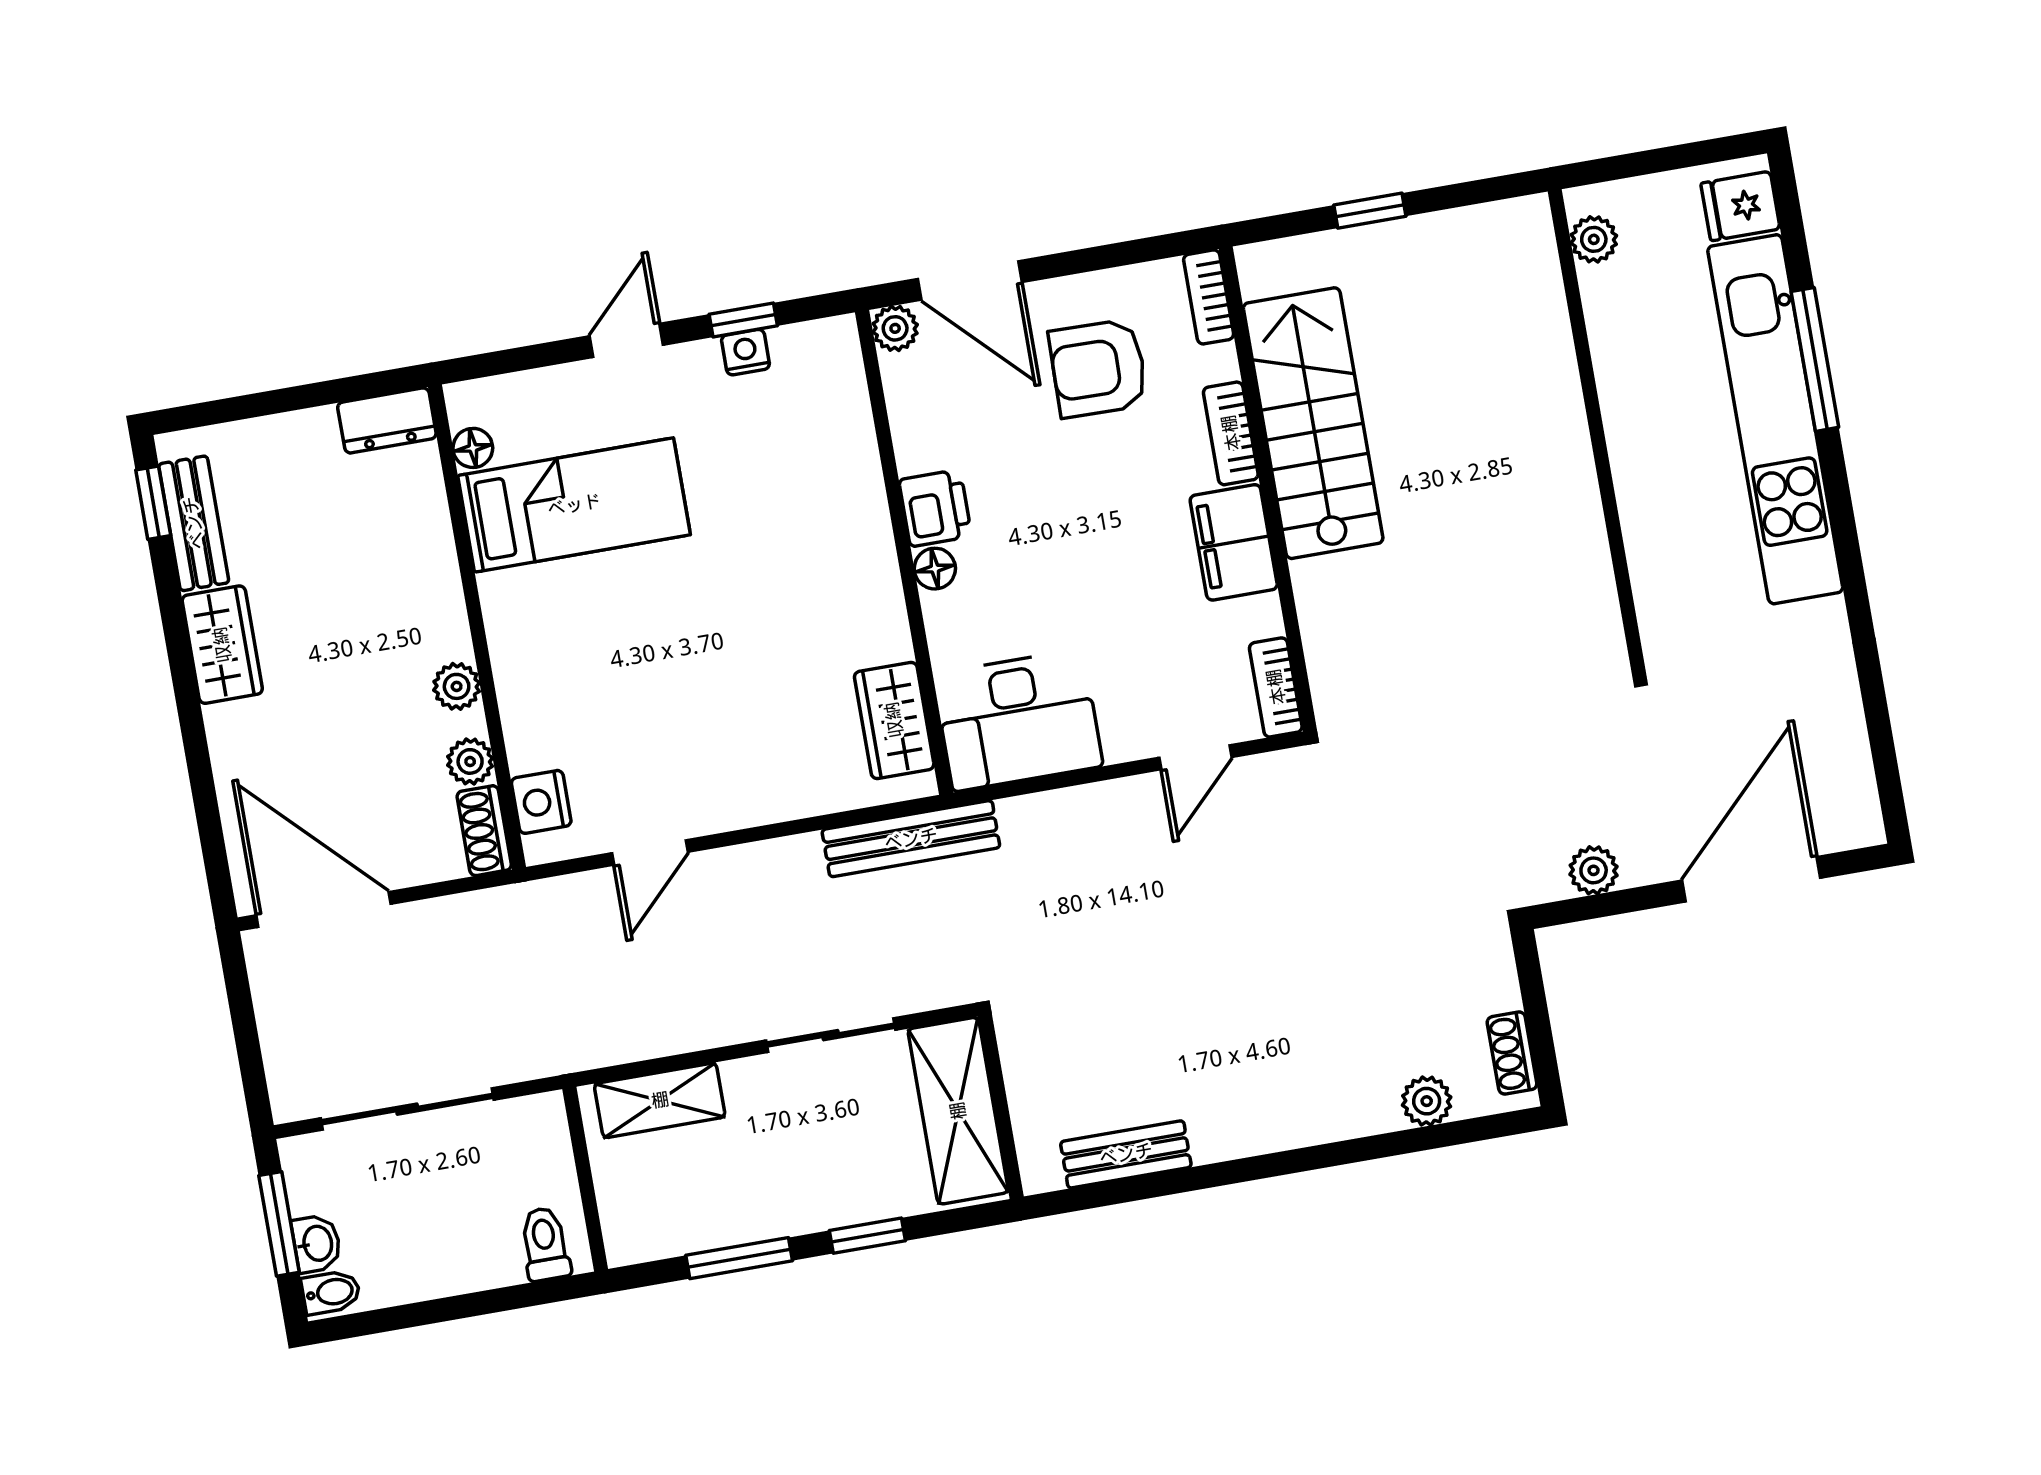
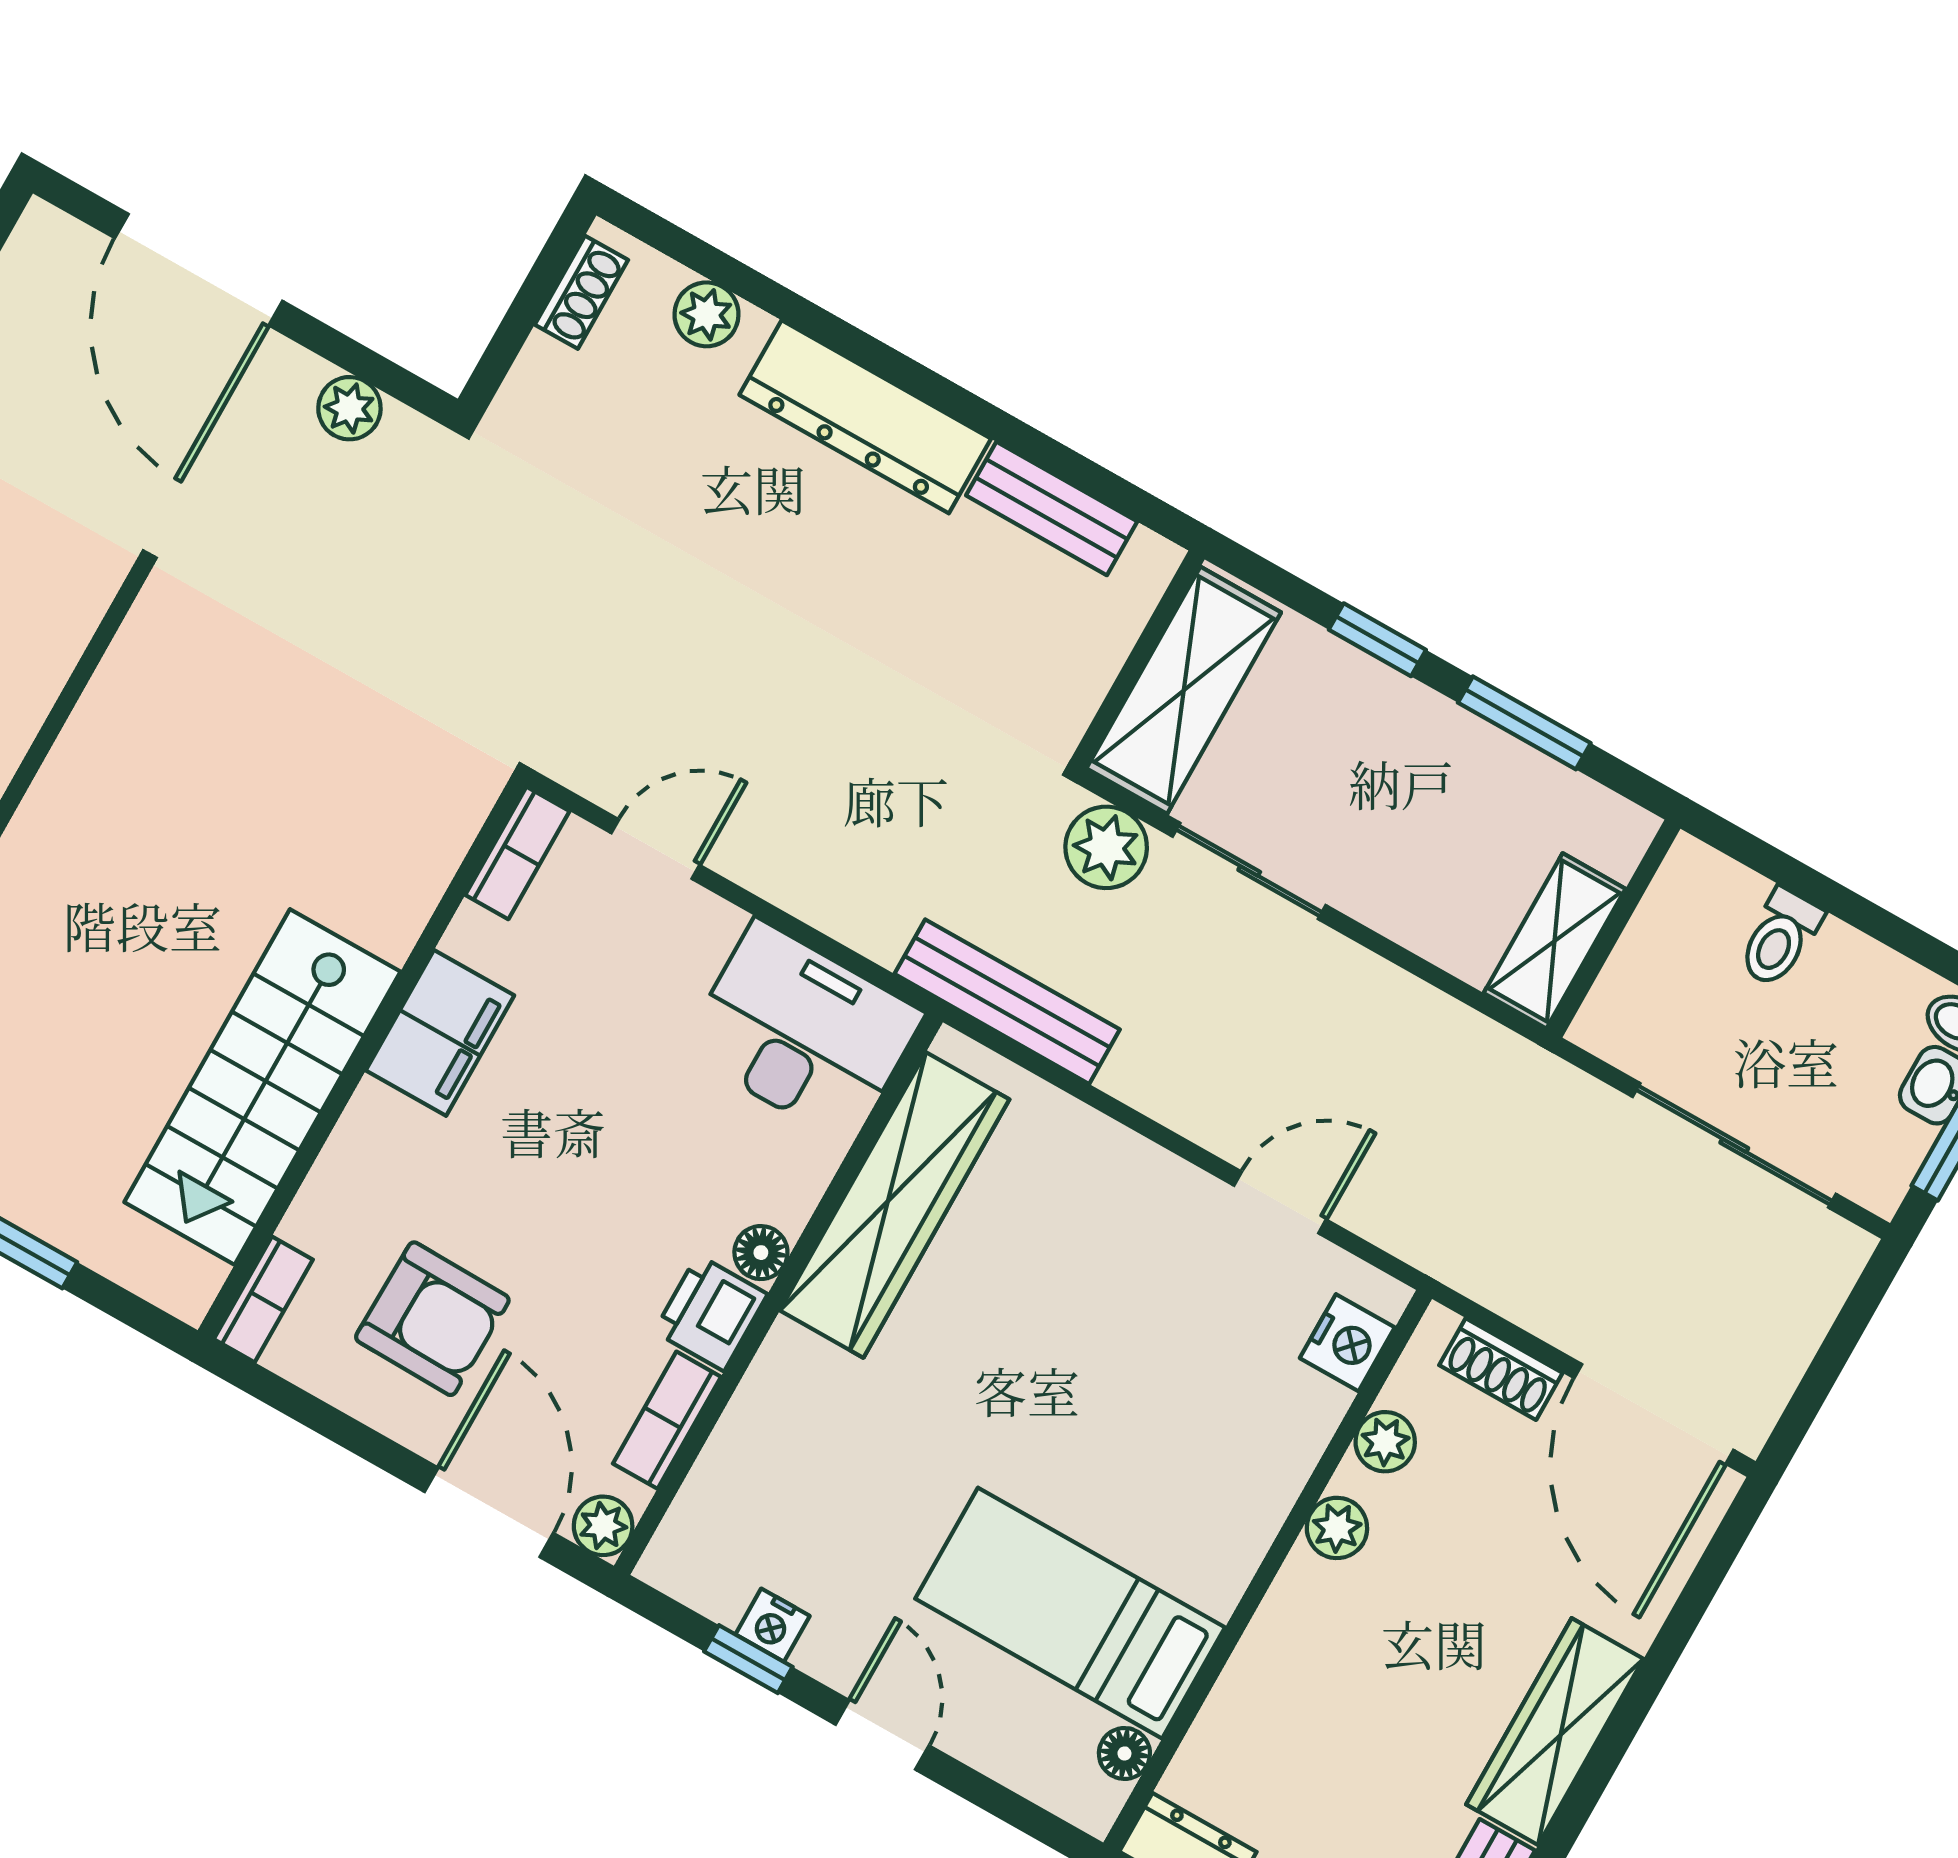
door: (626, 340) -> (882, 1735), swing flipped
bookcase: (1231, 433) -> (667, 1420), moved, turned 180
wardrobe: (222, 645) -> (1555, 1732), width x1.50
wardrobe: (894, 720) -> (895, 1205), width x2.10, depth x1.17
shoe rack: (484, 831) -> (1501, 1369), moved, turned 90
door: (1751, 879) -> (199, 270), hinge flipped
plant: (927, 979) -> (1106, 847), added
shelving: (660, 1100) -> (1555, 941), moved, turned 90
dresser: (1282, 1118) -> (865, 417), added
toilet: (545, 1244) -> (1780, 938), moved

